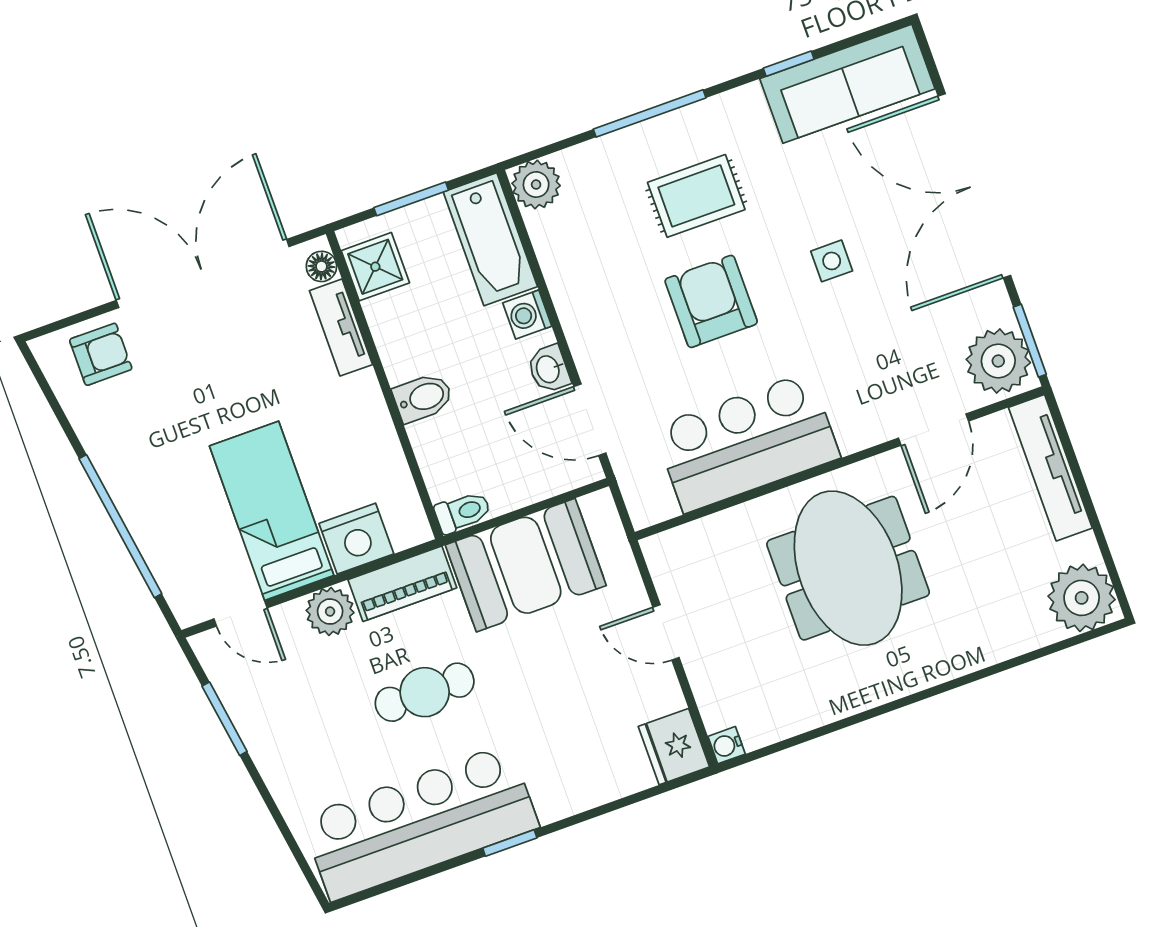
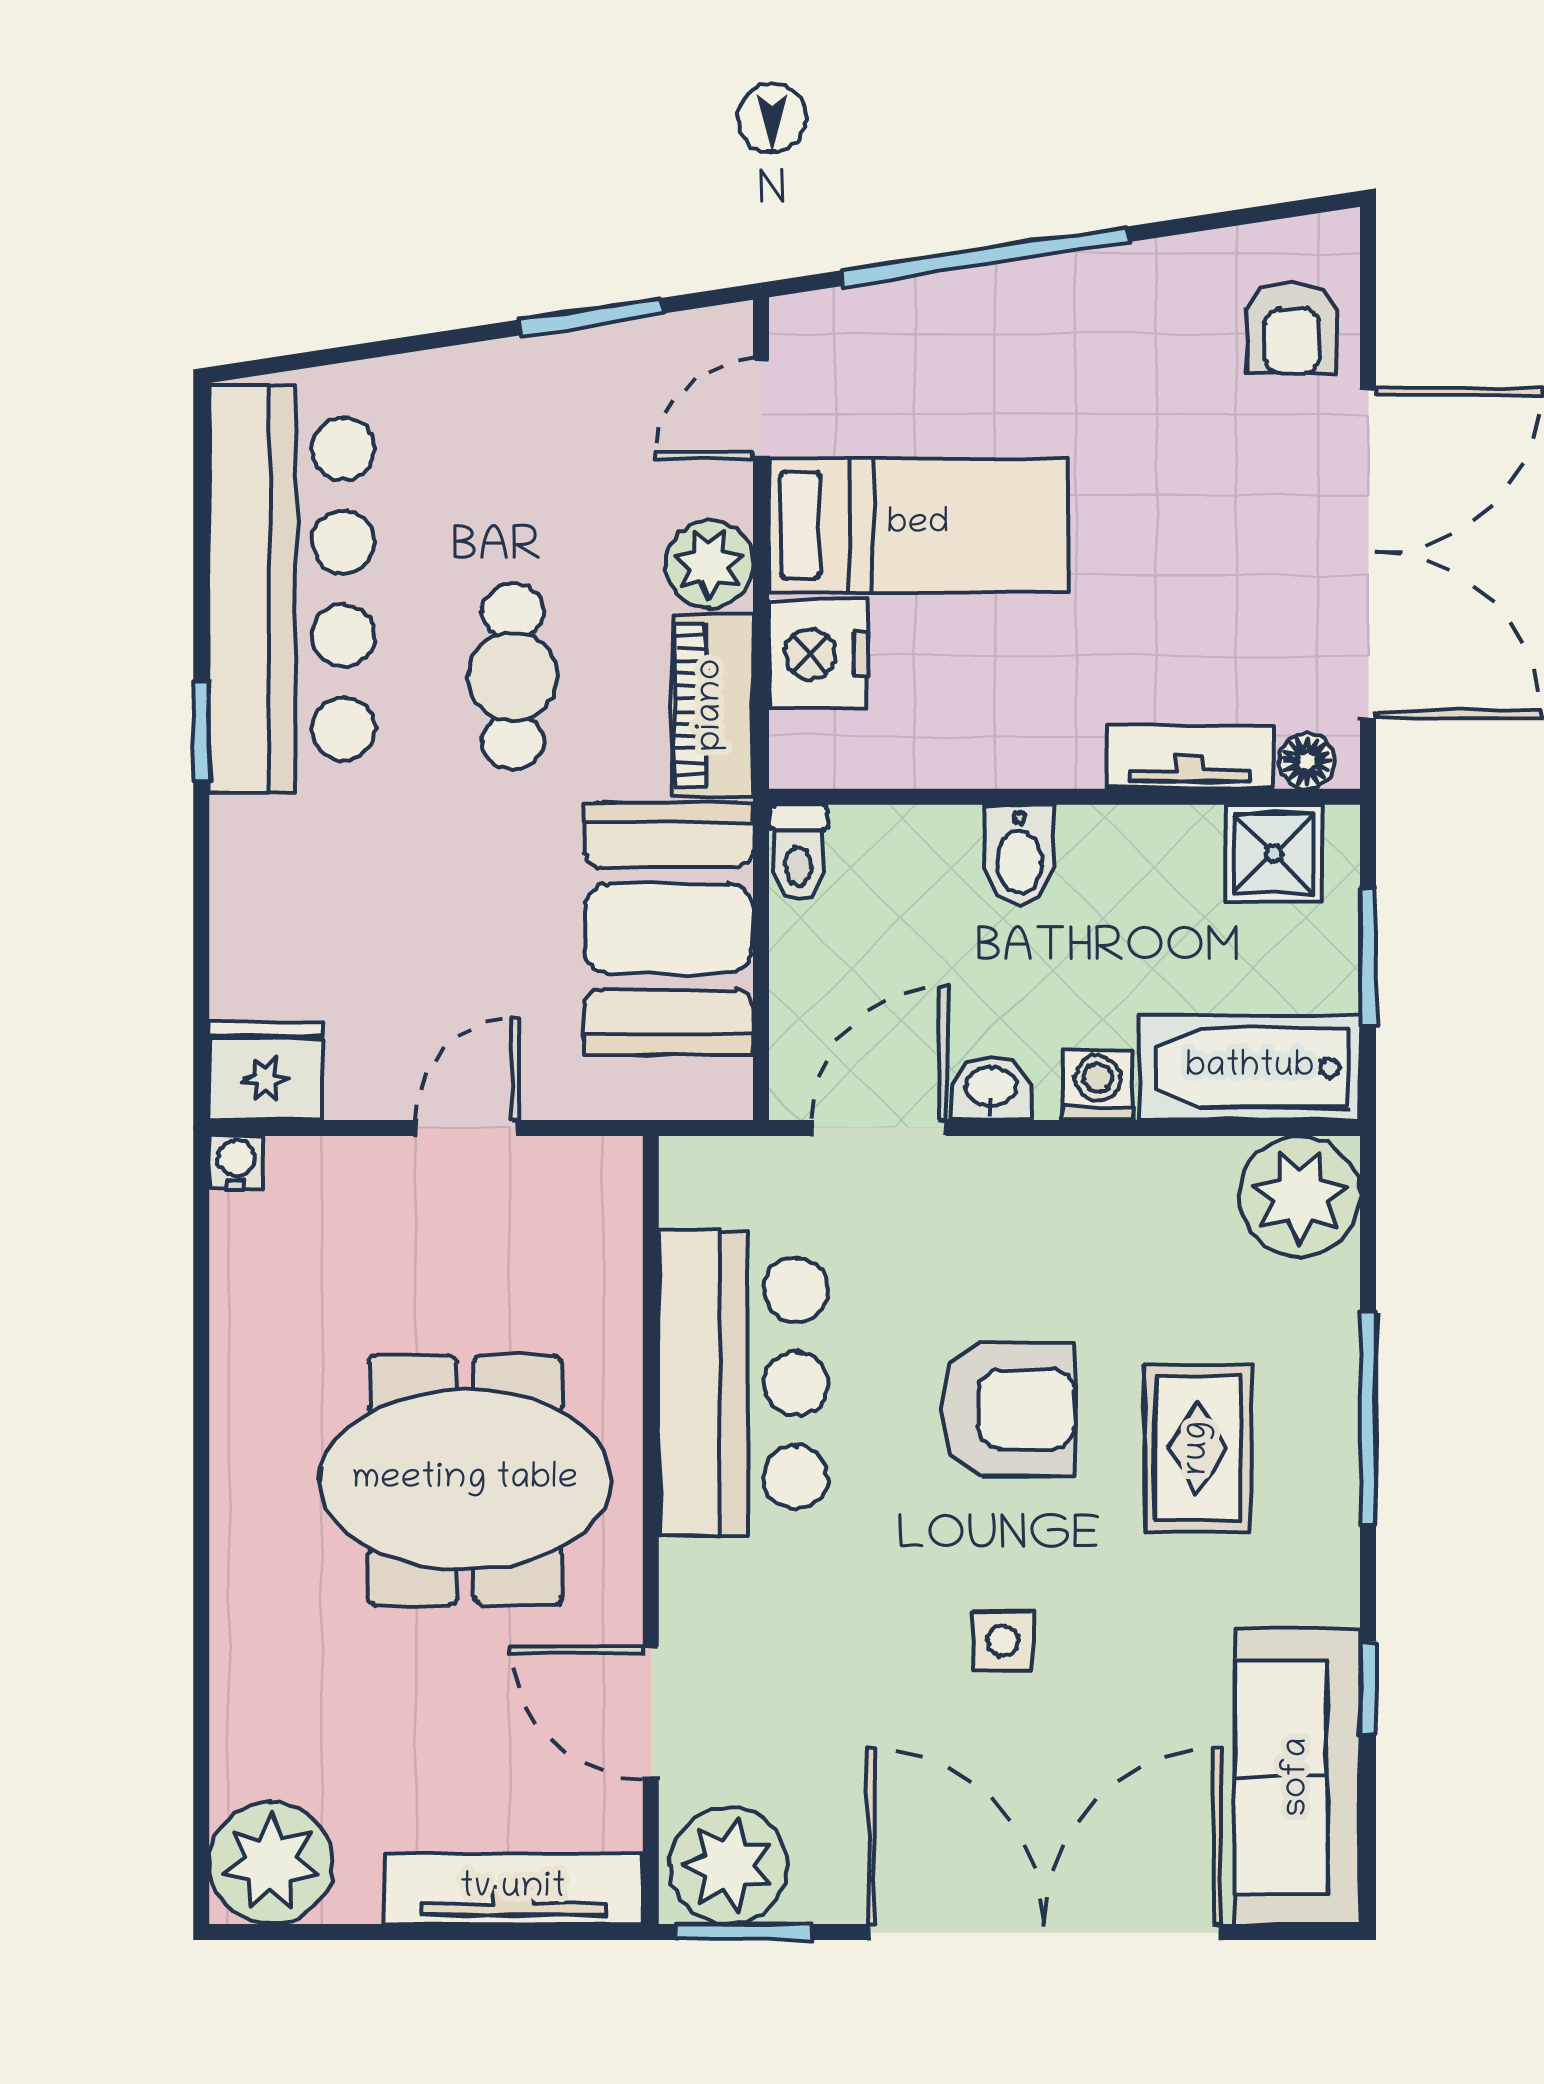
plant: (536, 185) -> (1300, 1196), width x1.36, depth x1.36

